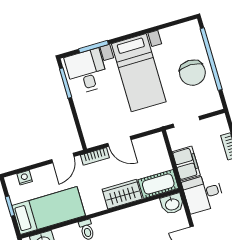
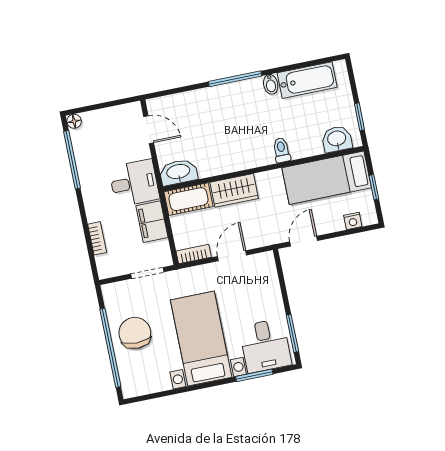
door: (119, 141) -> (232, 256), hinge flipped
bookcase: (95, 156) -> (194, 254), moved
washbasin: (172, 204) -> (178, 172), width x1.38

